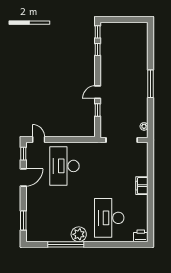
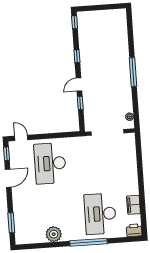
window: (98, 50) -> (77, 56), moved
filing cabinet: (142, 186) -> (134, 205), moved
plant: (79, 234) -> (54, 234), moved
window: (66, 244) -> (89, 242), moved

